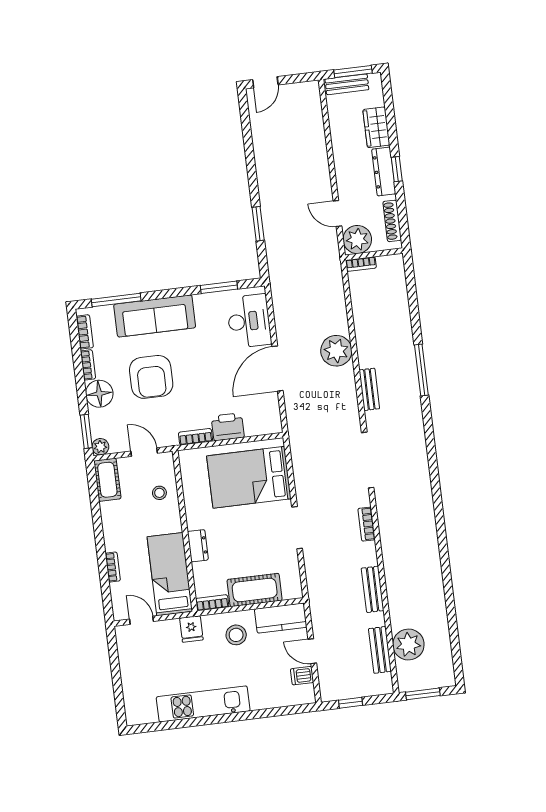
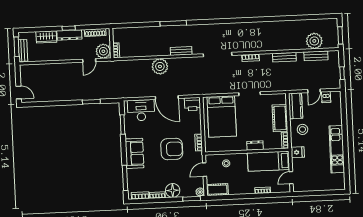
sofa: (155, 316) -> (135, 153), width x0.73
armchair: (151, 377) -> (172, 149), moved
printer: (228, 427) -> (192, 104), moved, turned -90

